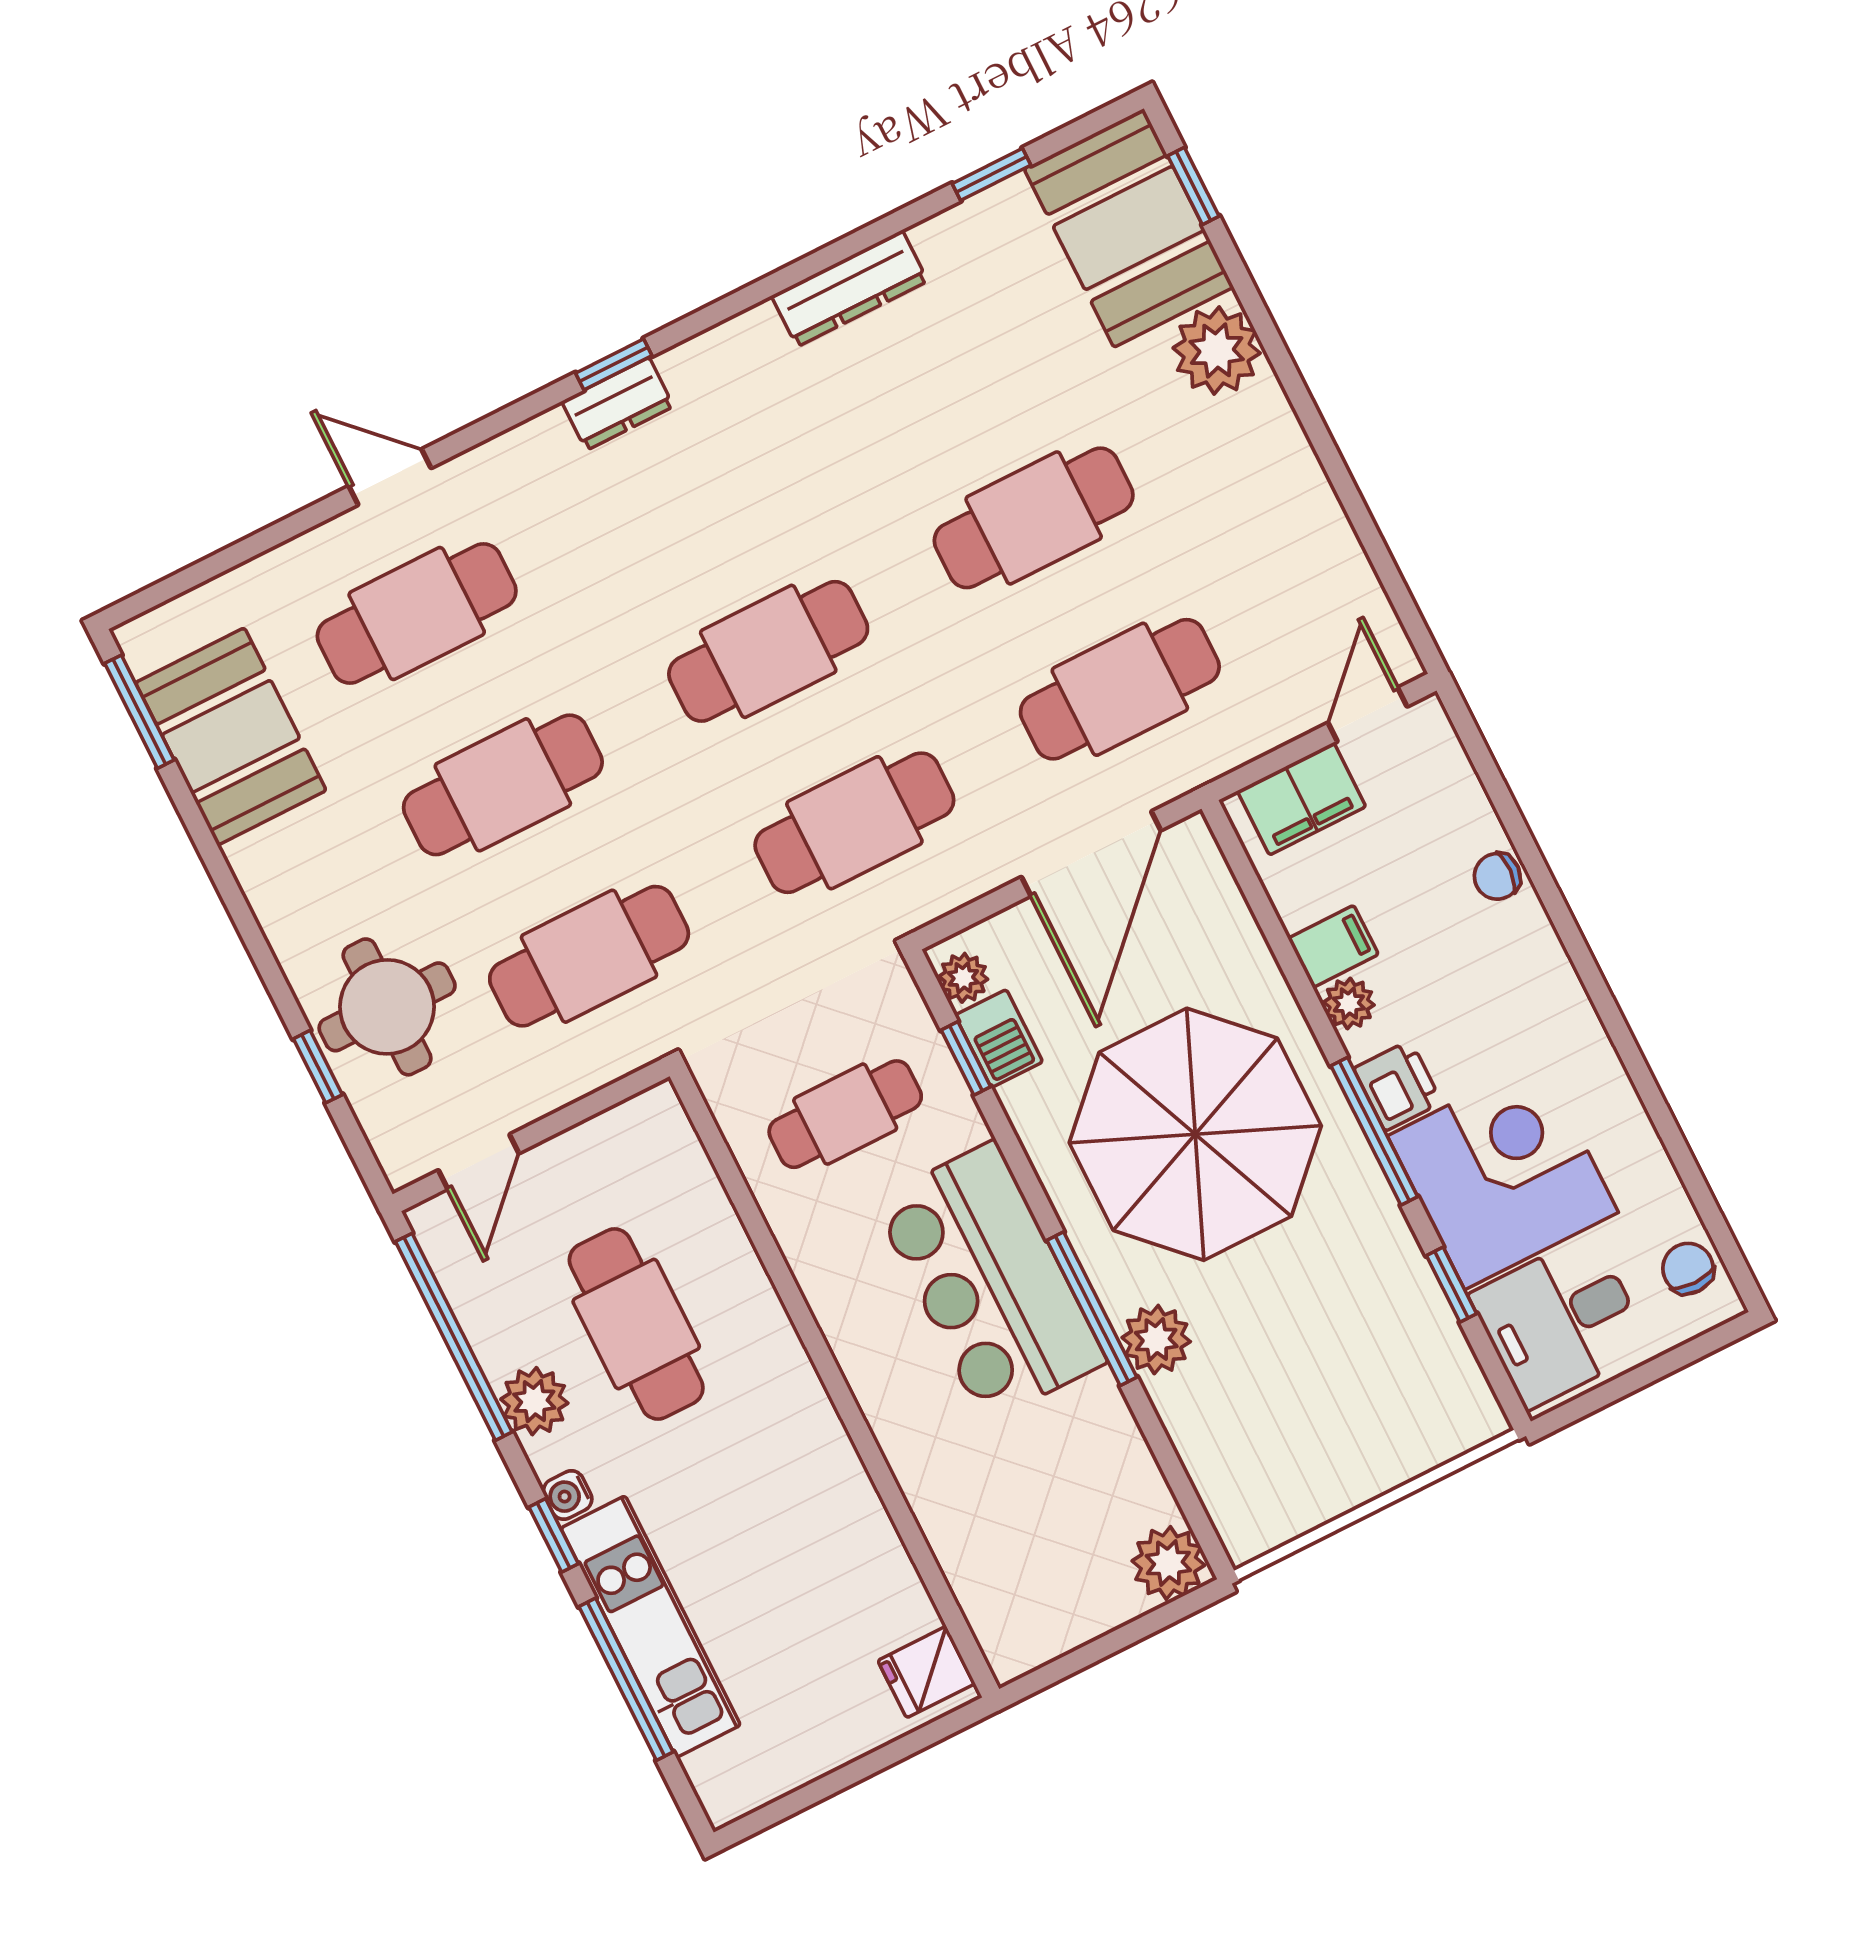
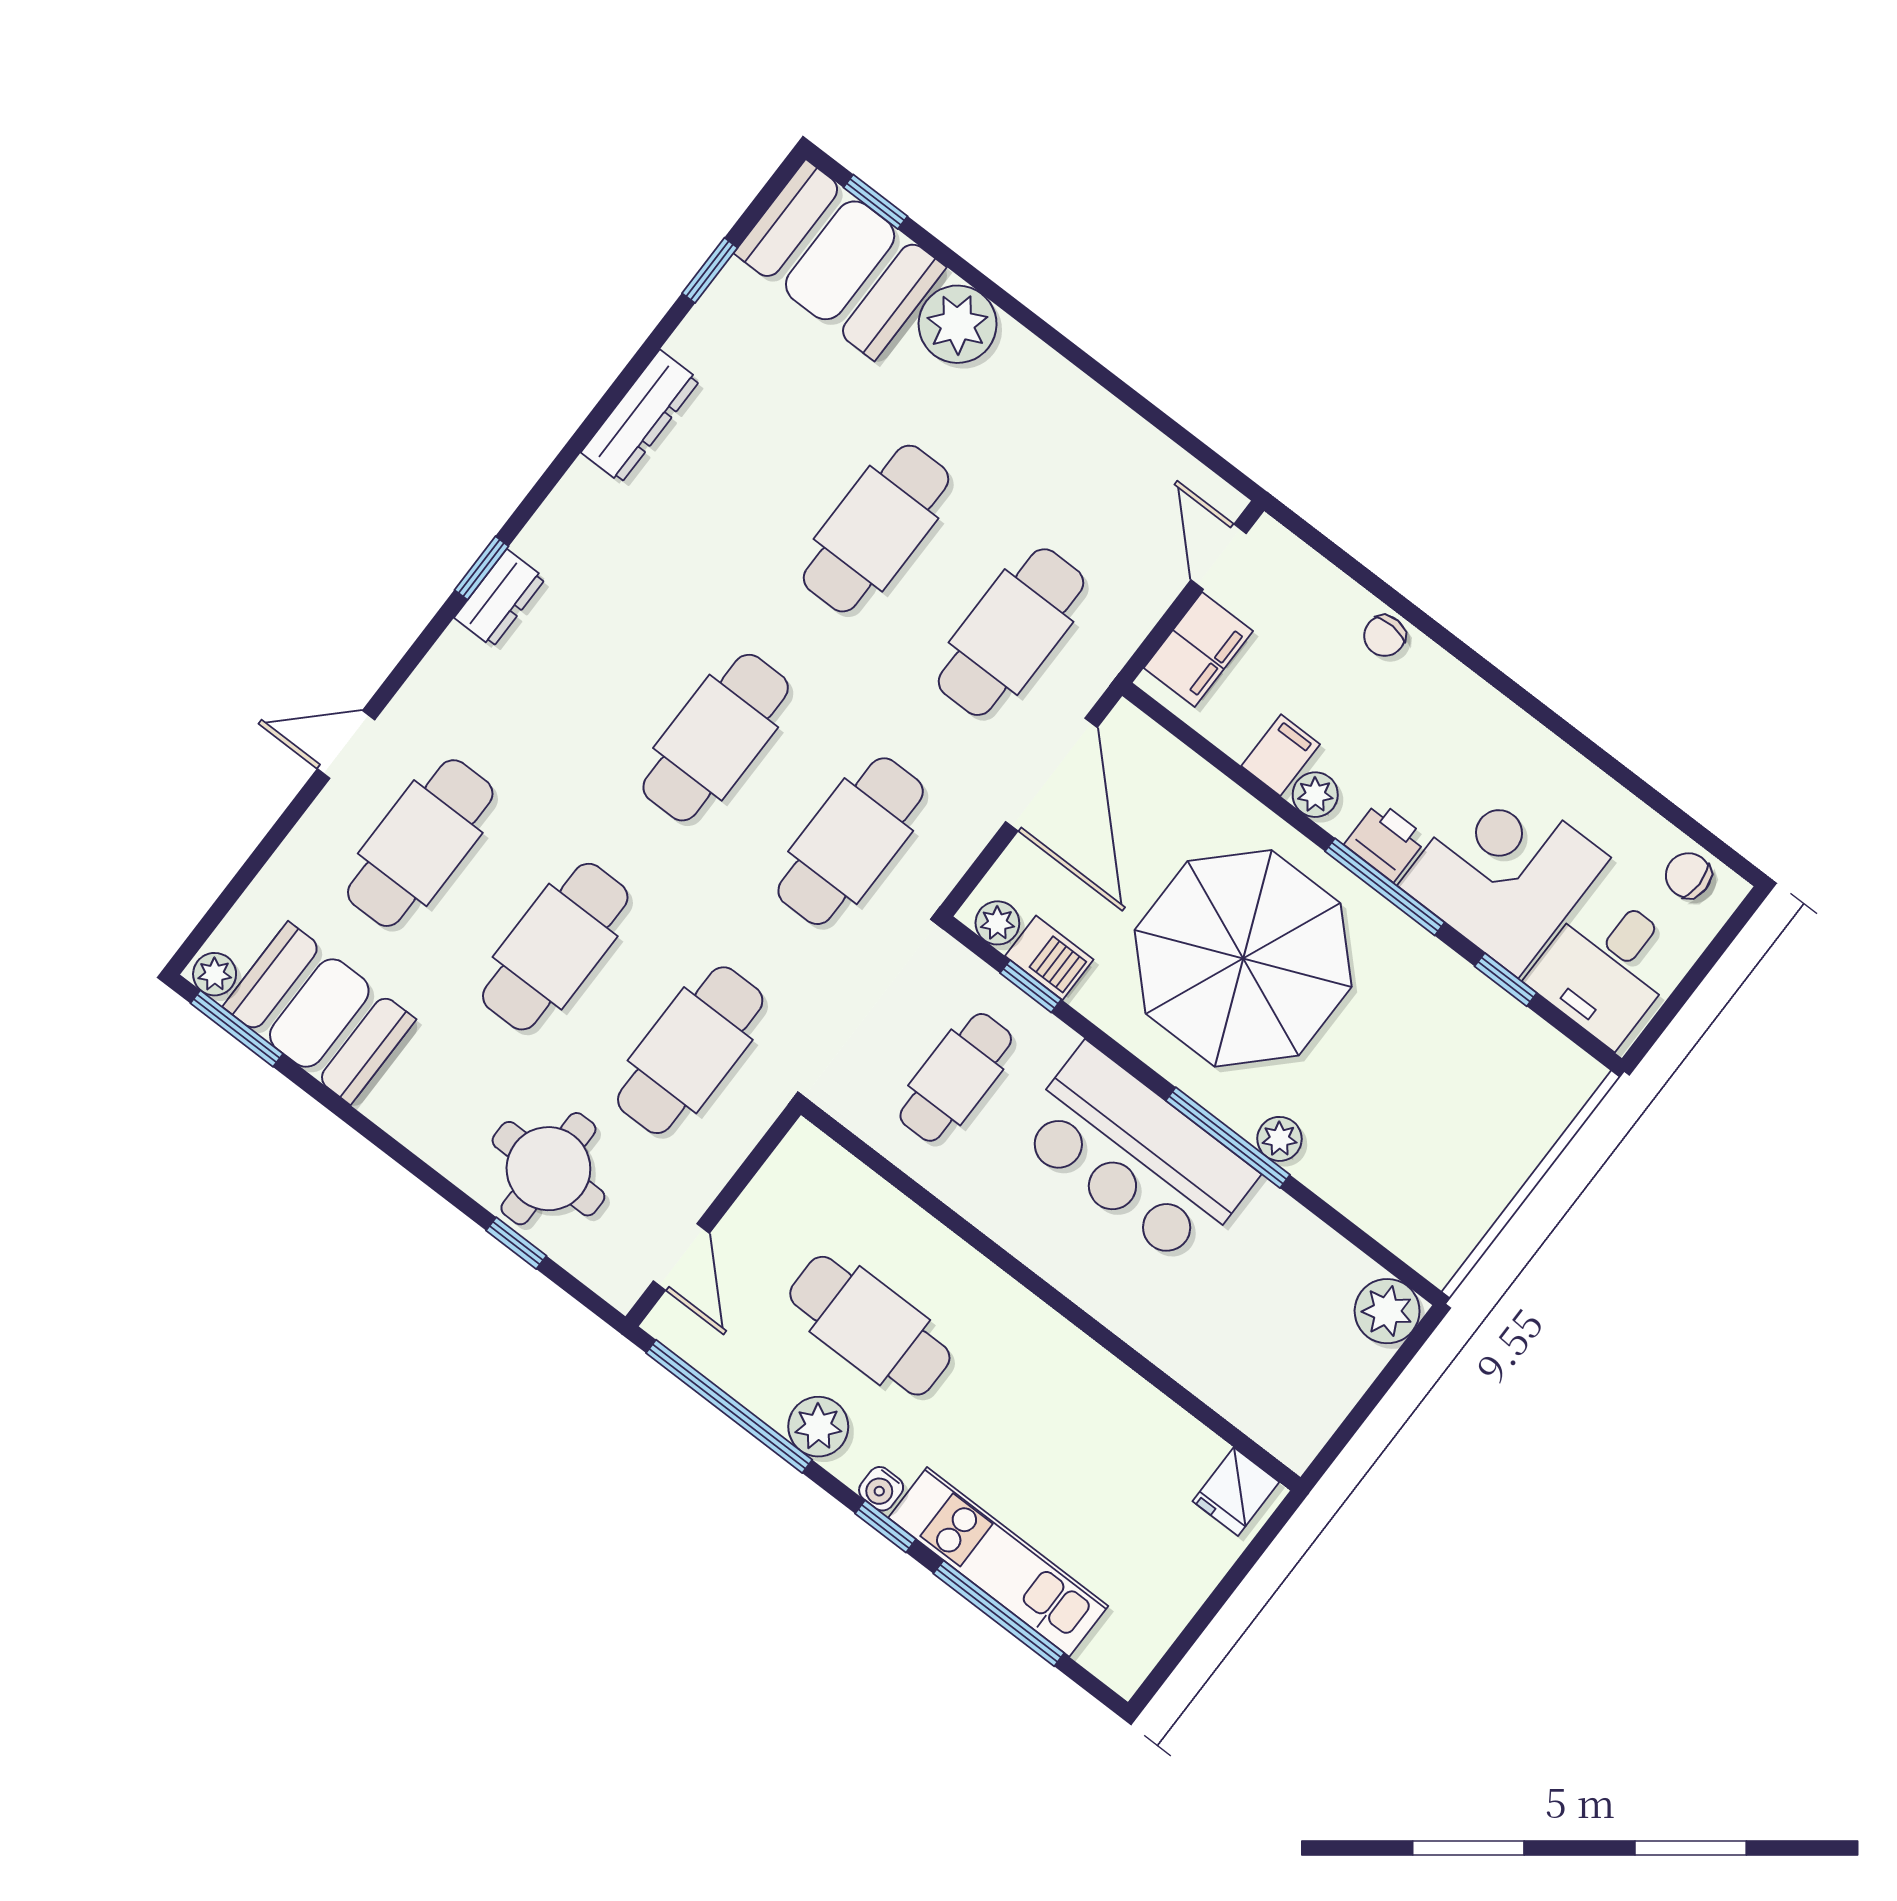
plant: (144, 646) -> (215, 974), added
plant: (1156, 1340) -> (1279, 1139), width x0.73, depth x0.73

